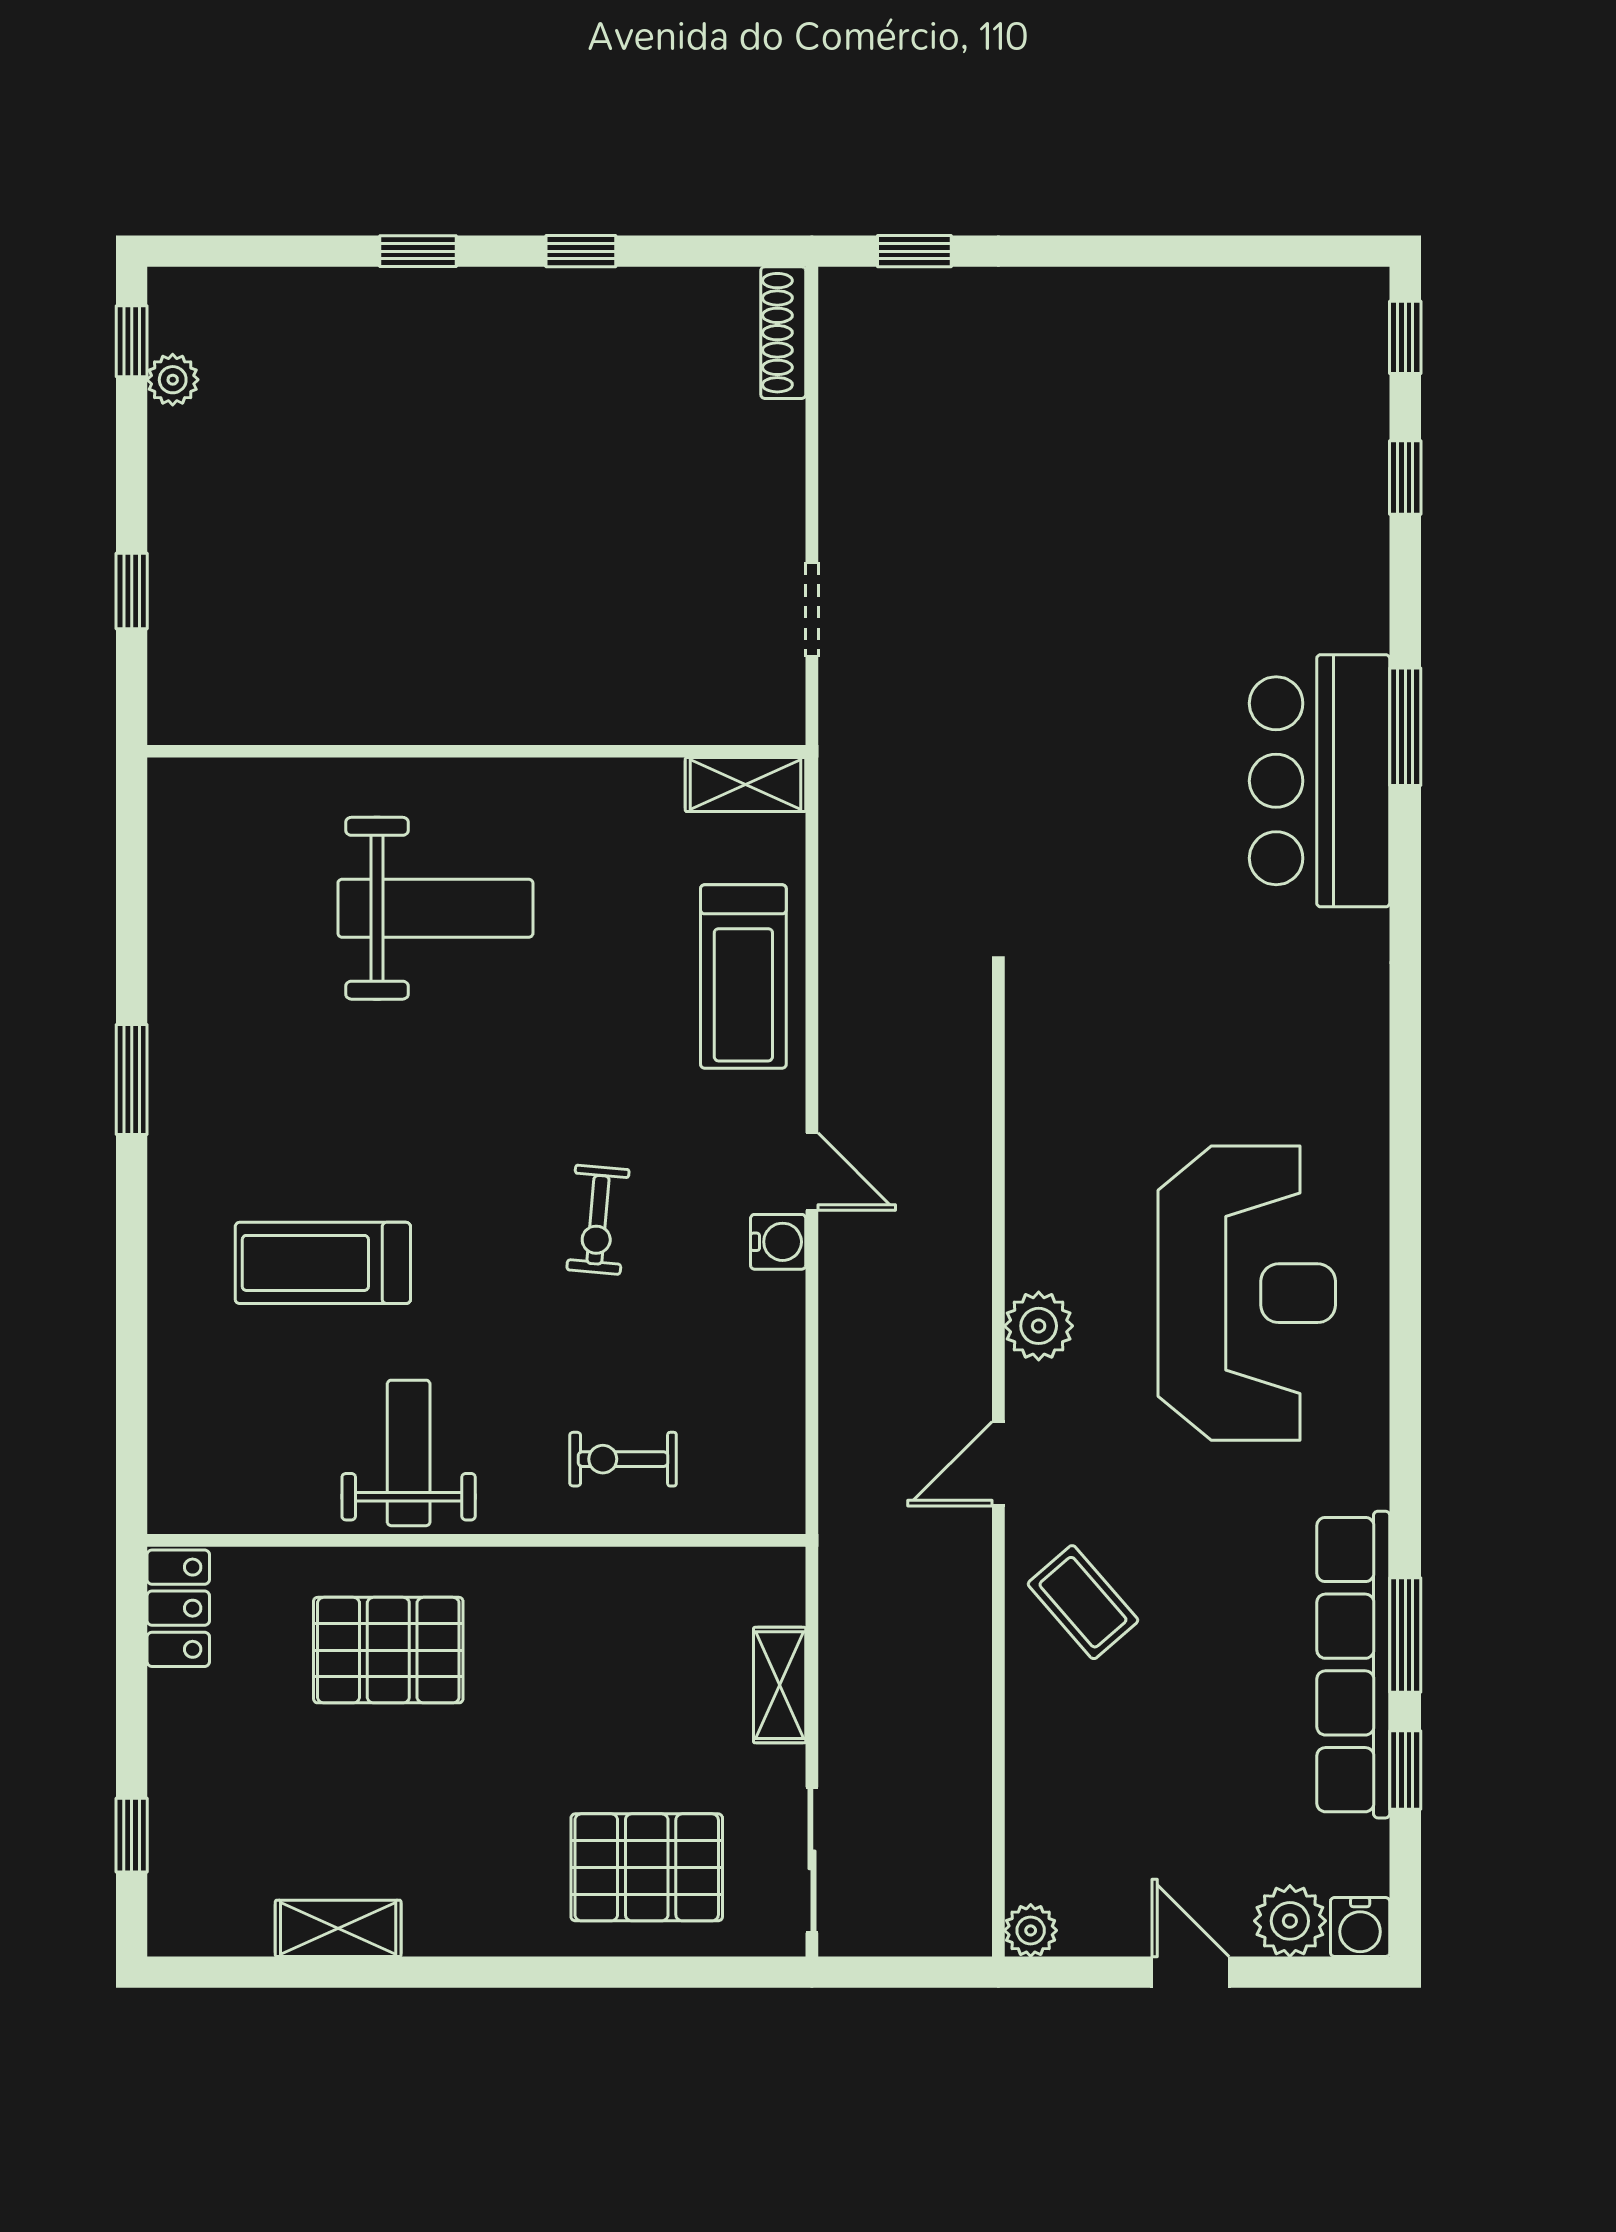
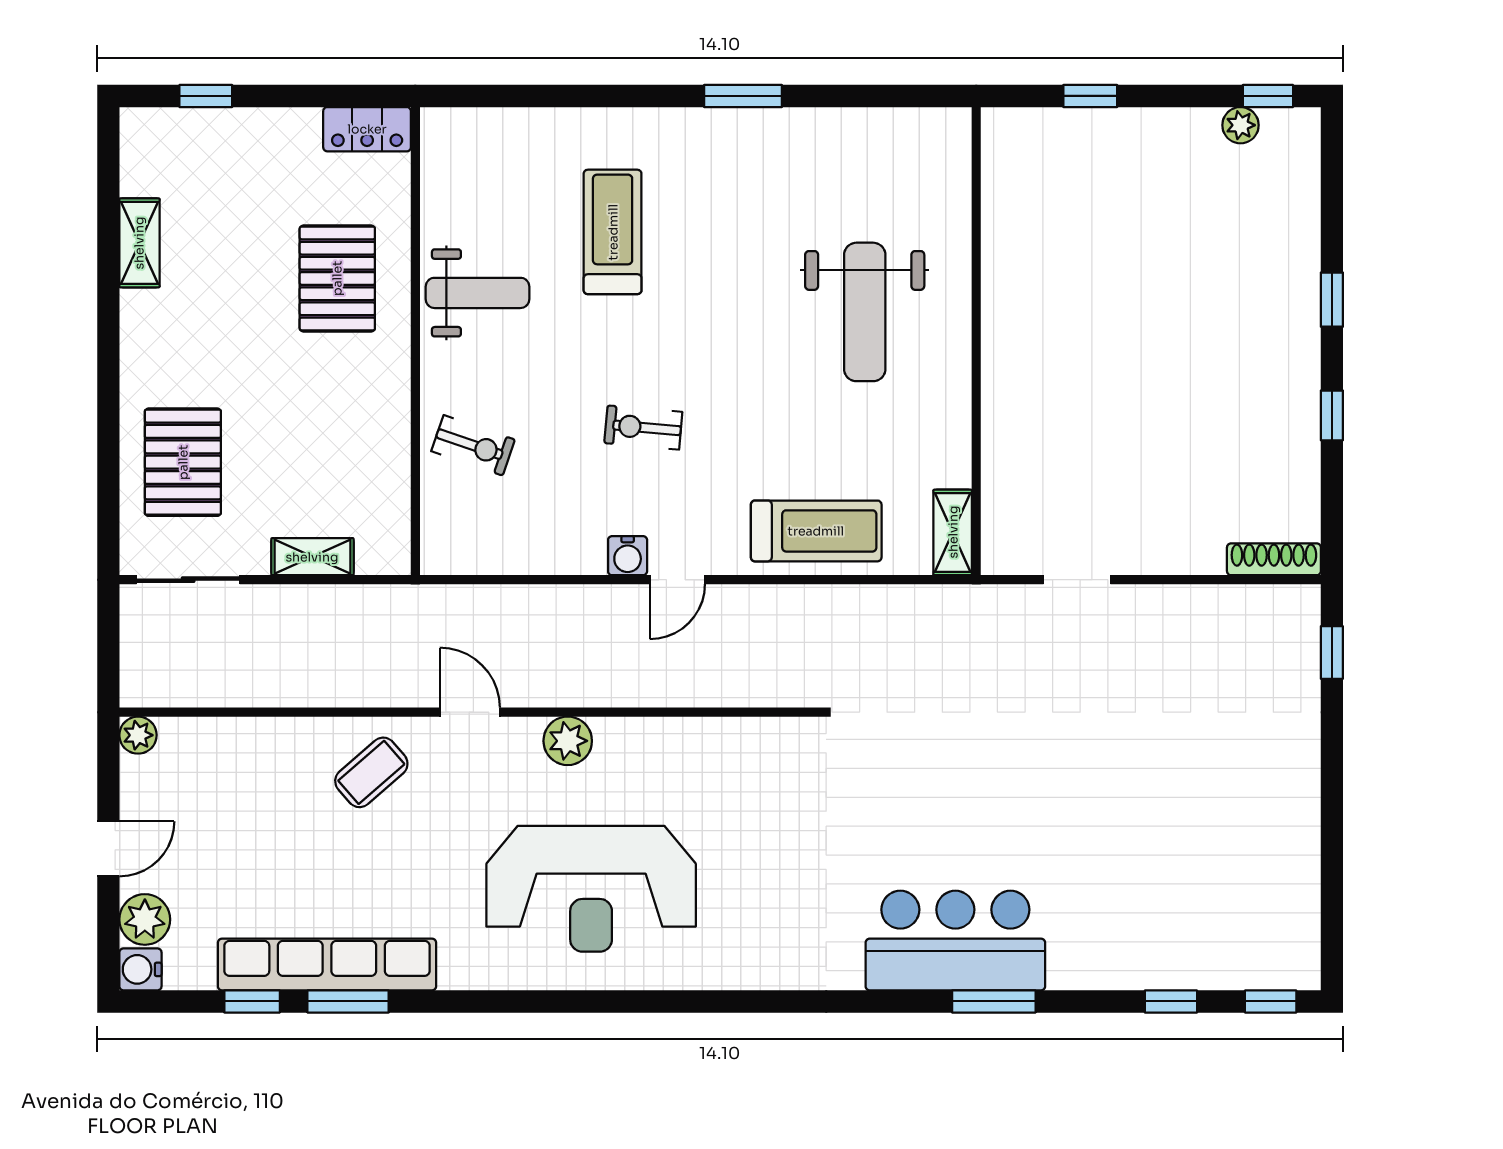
treadmill: (743, 976) -> (816, 531), turned 180
exercise bike: (623, 1459) -> (473, 445), turned 109

